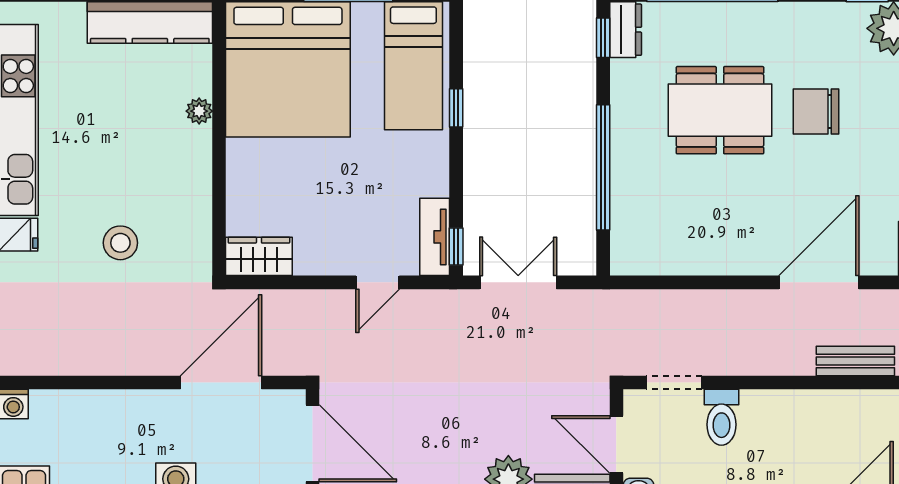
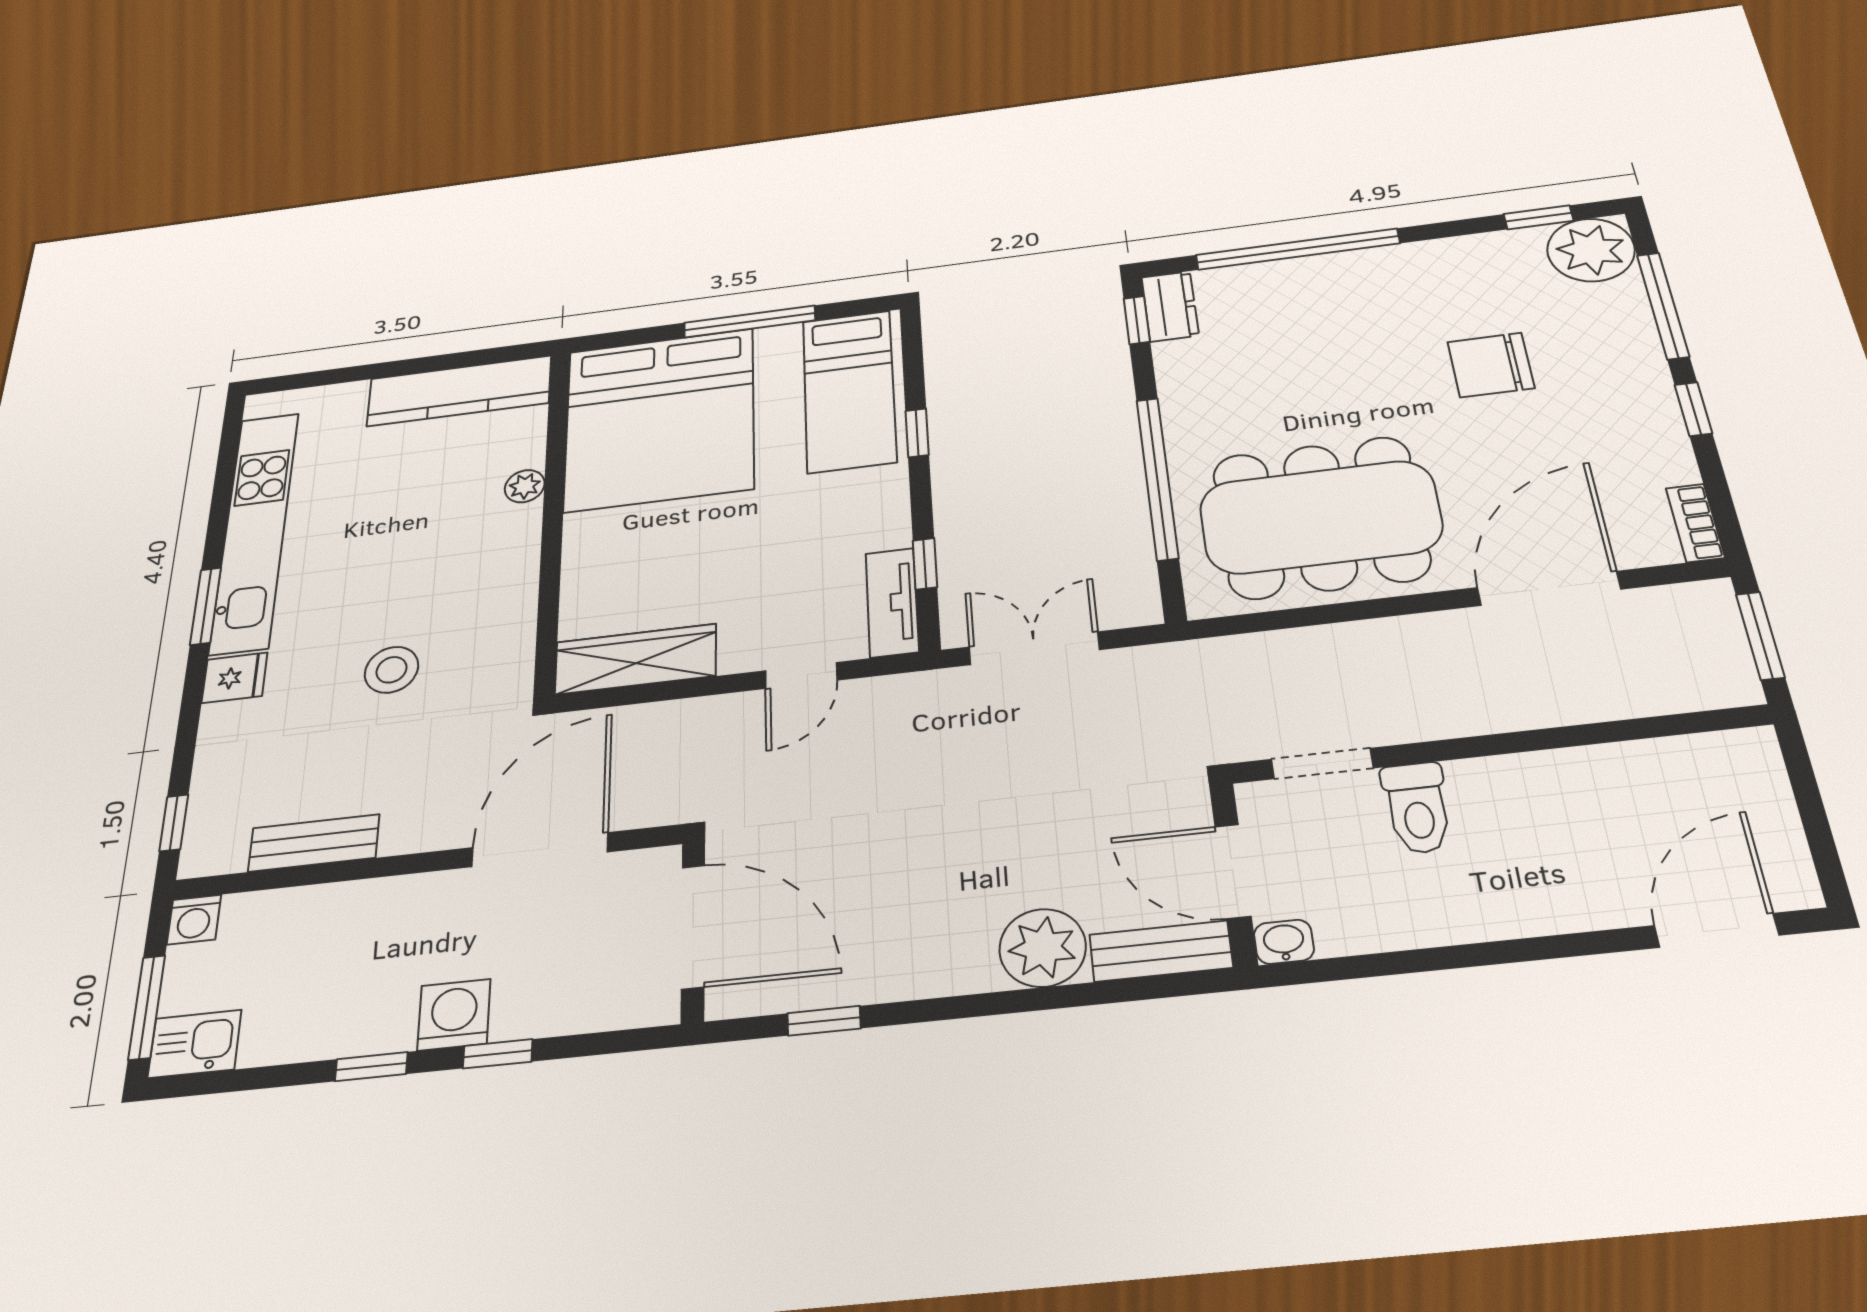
dining table: (720, 110) -> (1320, 517), moved, width x1.36, depth x1.24
window: (456, 246) -> (925, 564), moved
wardrobe: (259, 256) -> (636, 659), width x1.50
bench: (855, 361) -> (314, 843), moved

